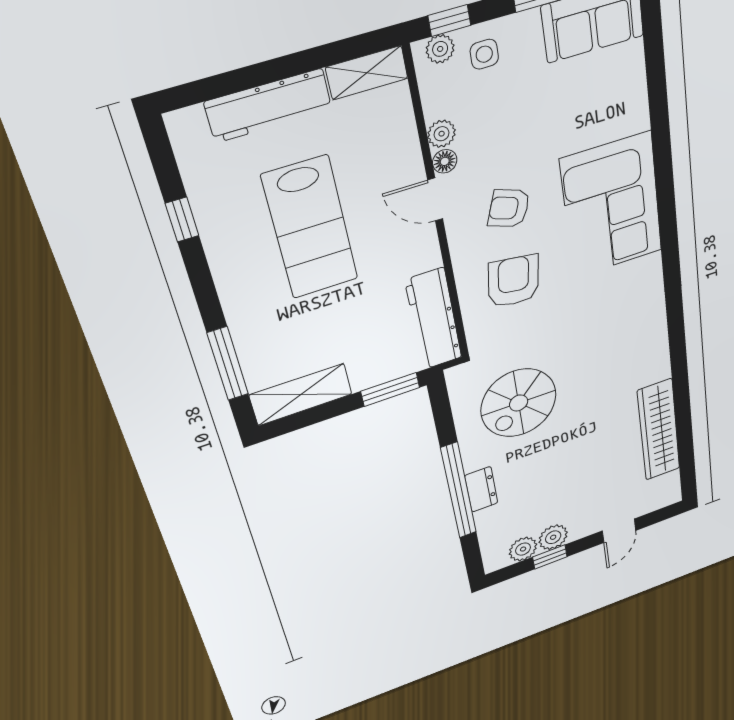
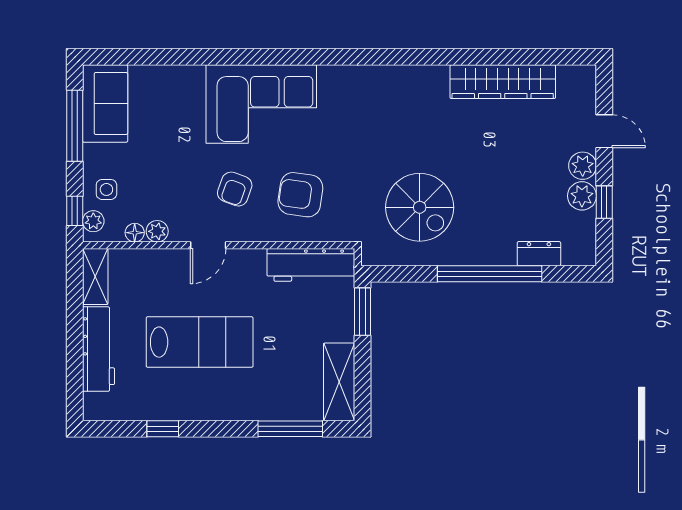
floor lamp: (445, 161) -> (135, 233), moved
dresser: (481, 489) -> (539, 254), moved
plant: (523, 549) -> (583, 166), moved

